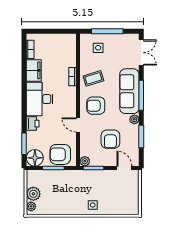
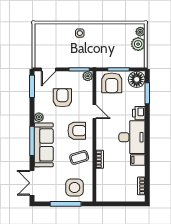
side table: (98, 48) -> (74, 188), width x1.87, depth x1.87
filing cabinet: (34, 70) -> (138, 160), width x0.50
window: (141, 136) -> (32, 86), moved
armchair: (60, 154) -> (112, 83), turned 90
door: (124, 168) -> (49, 69), hinge flipped

